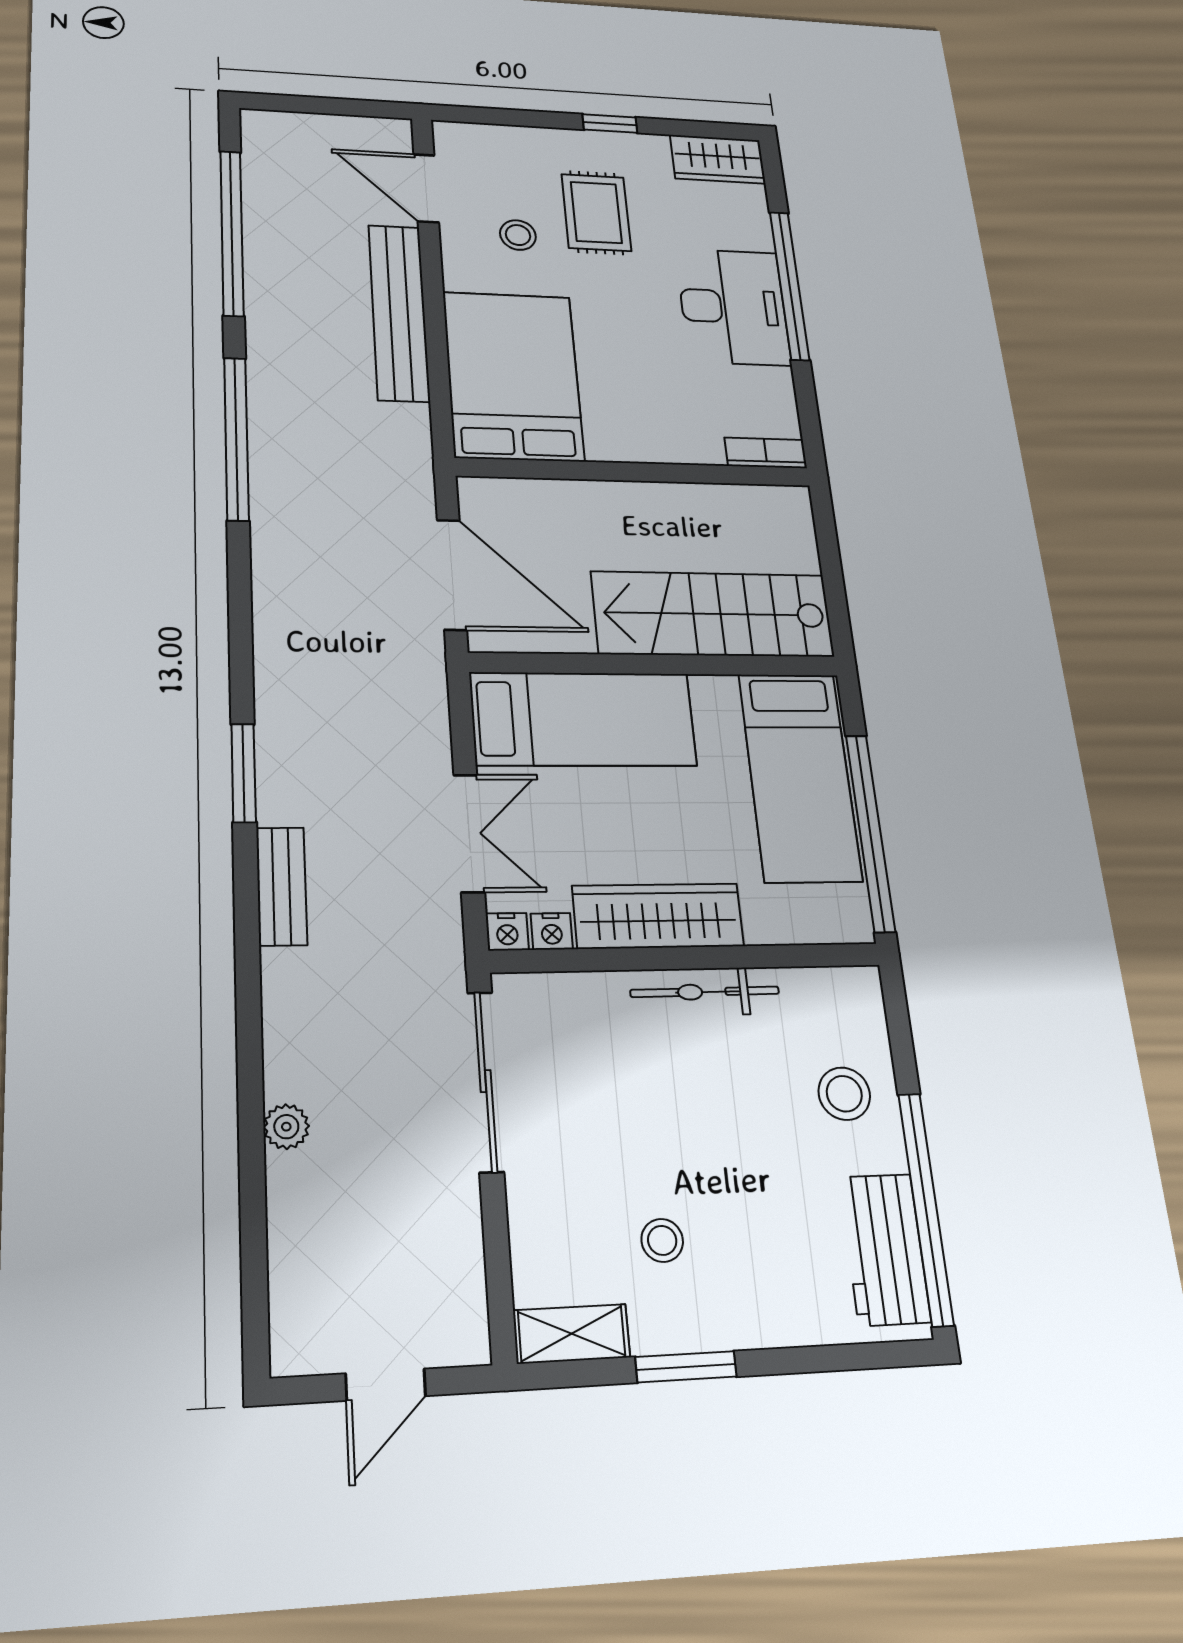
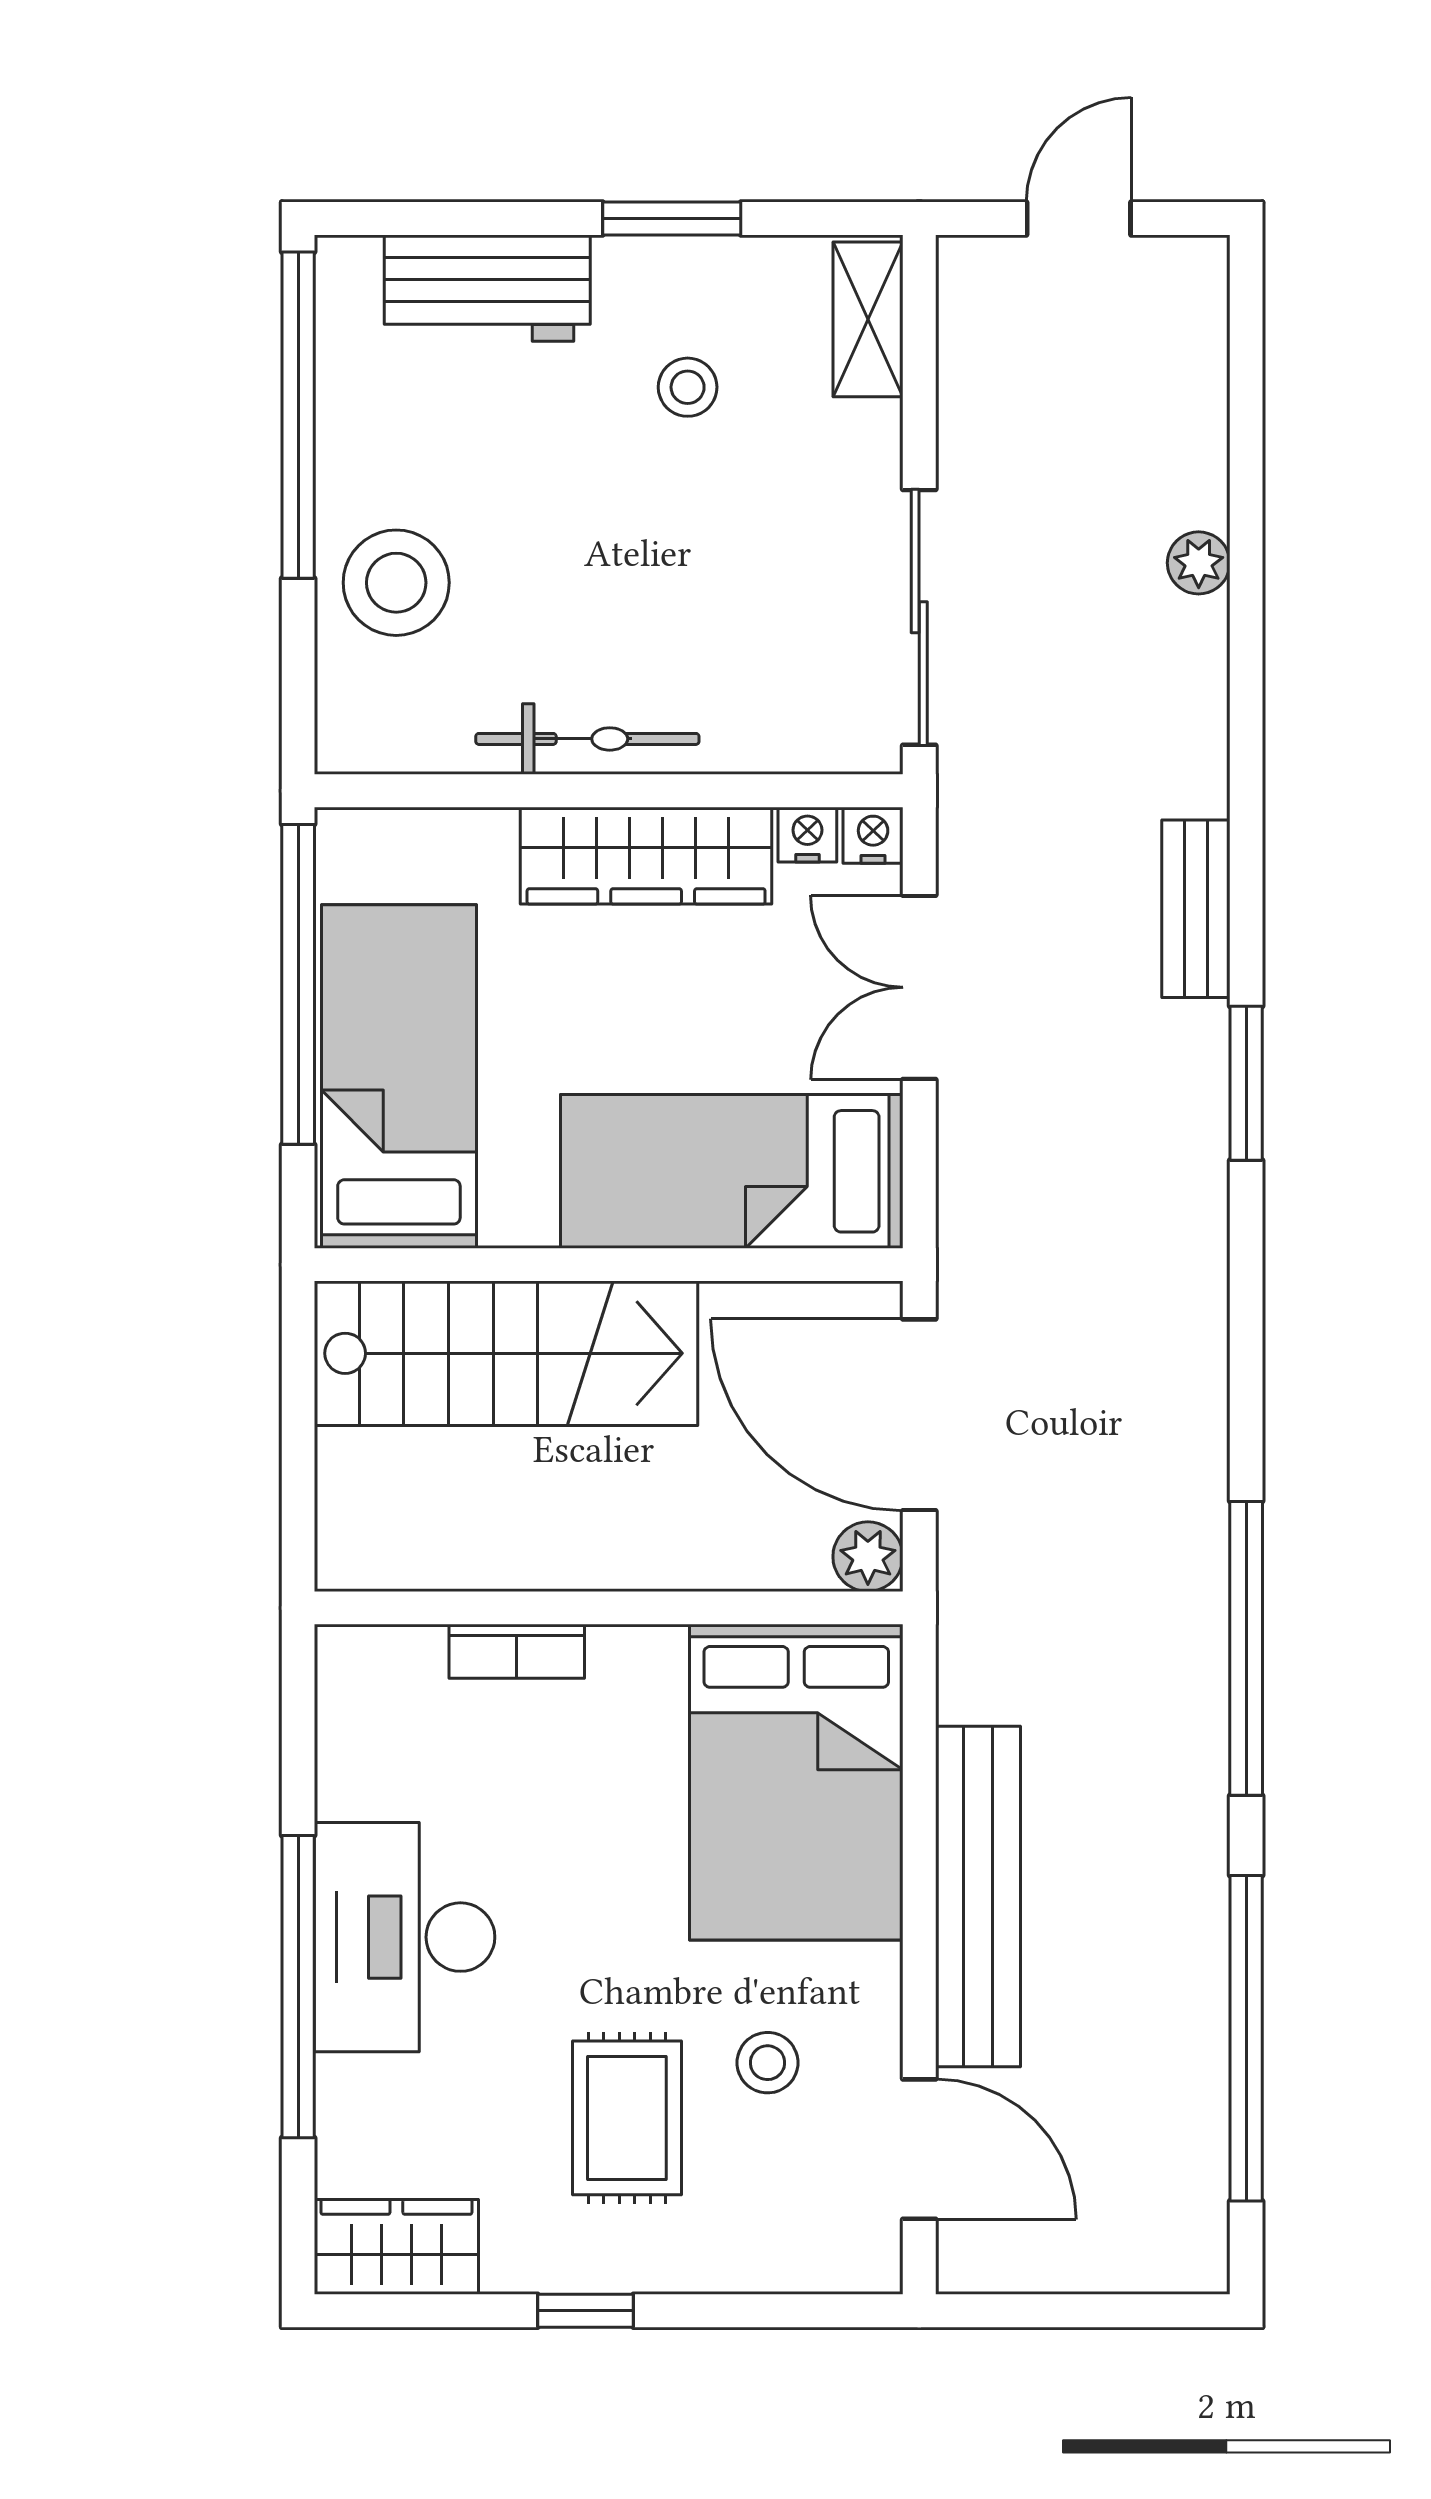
bookcase: (766, 453) -> (517, 1651), moved
plant: (479, 496) -> (868, 1557), added
stool: (844, 1094) -> (396, 583), width x1.38, depth x1.38
workbench: (885, 1249) -> (487, 288), moved, turned 90
shelving: (572, 1334) -> (868, 319), moved, turned 90

